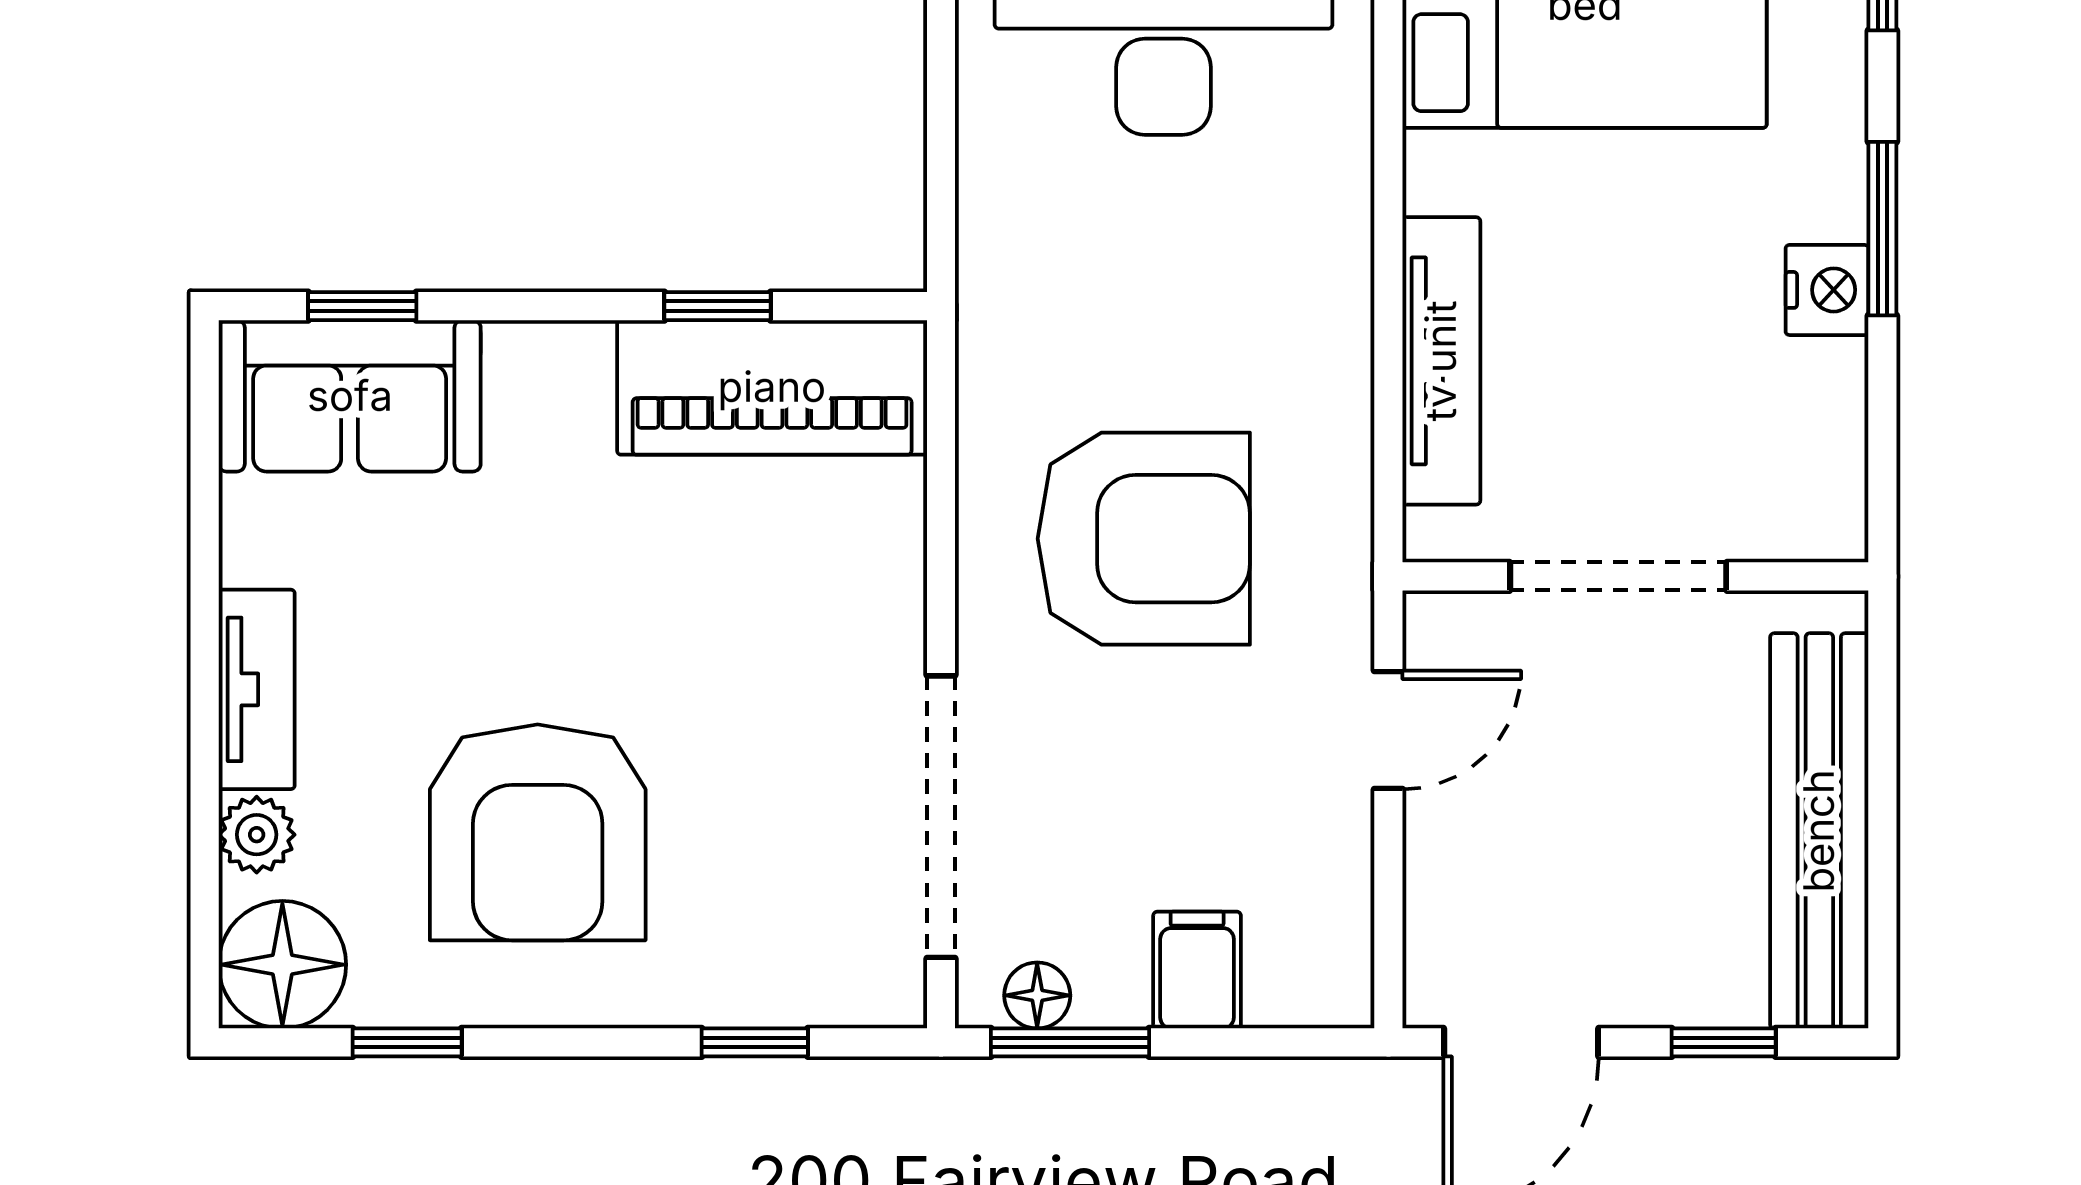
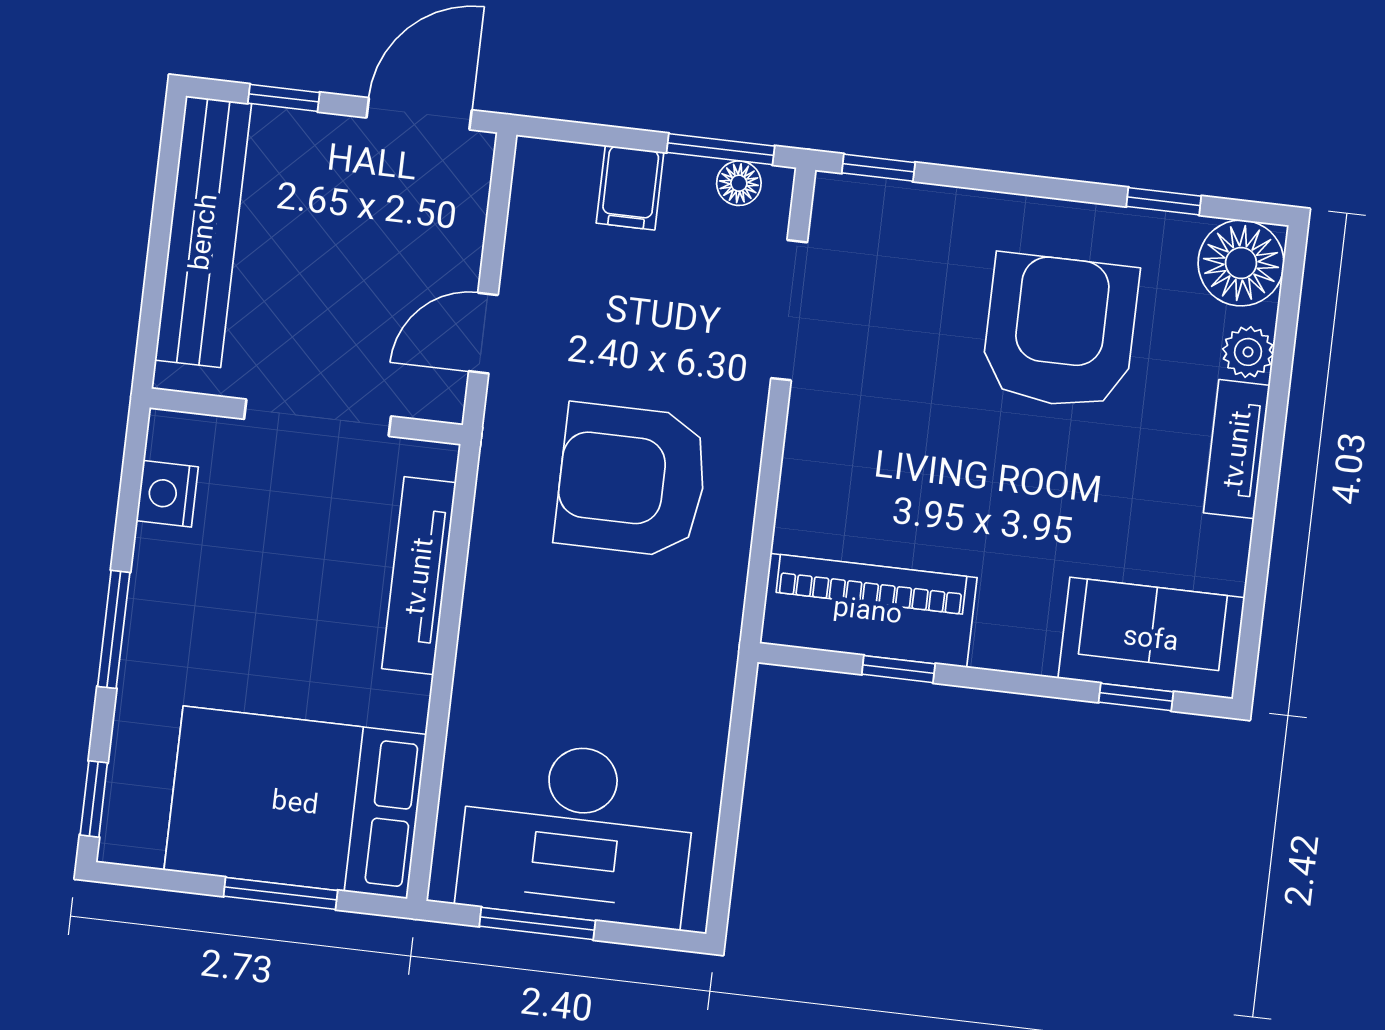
nightstand: (1827, 290) -> (167, 494), moved
doorway: (941, 817) -> (789, 310), width x0.73
window: (755, 1042) -> (878, 168), moved

